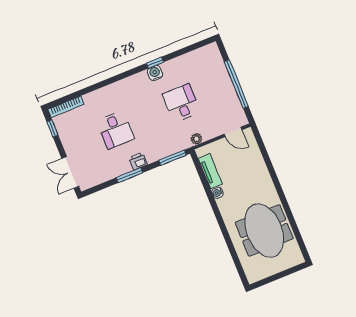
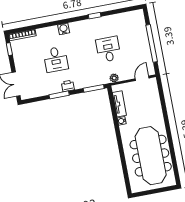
water cooler: (155, 73) -> (64, 29), moved
door: (233, 132) -> (142, 78), swing flipped
meeting table: (264, 230) -> (151, 156), width x1.36

